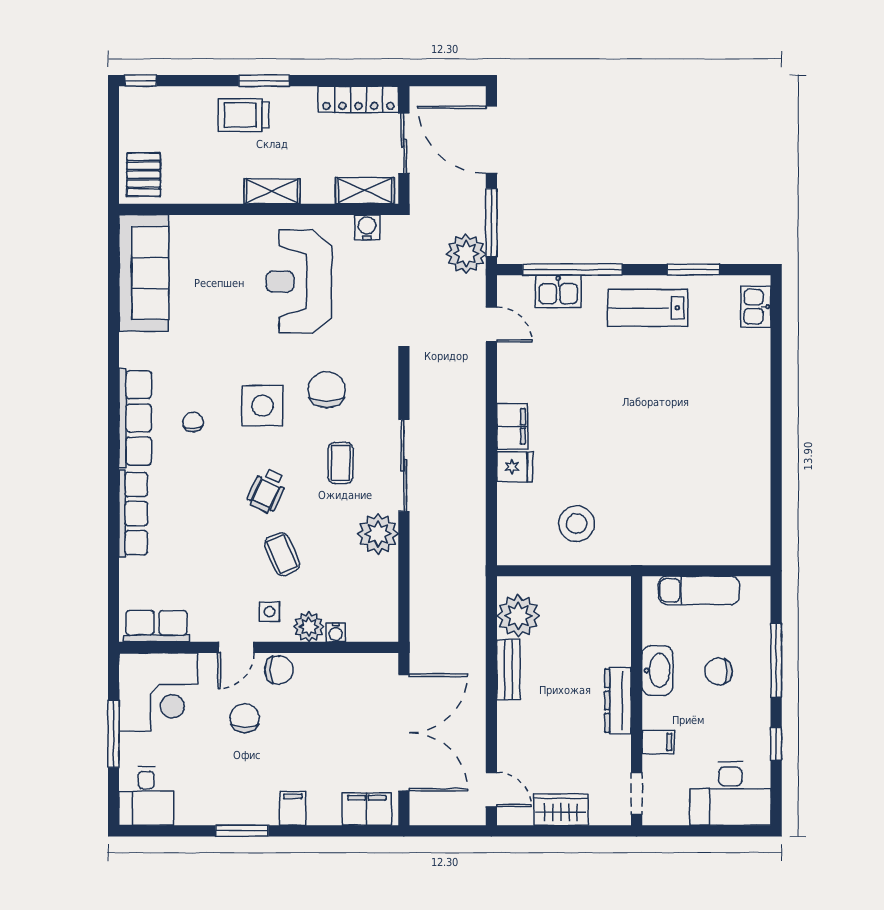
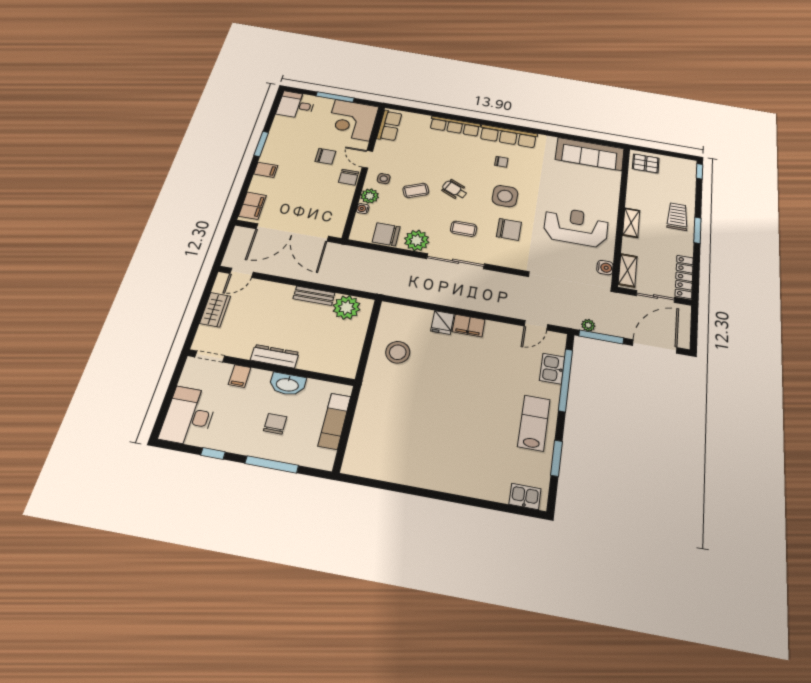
plant: (466, 254) -> (588, 325), width x0.53, depth x0.53
chair: (377, 584) -> (386, 234), added

